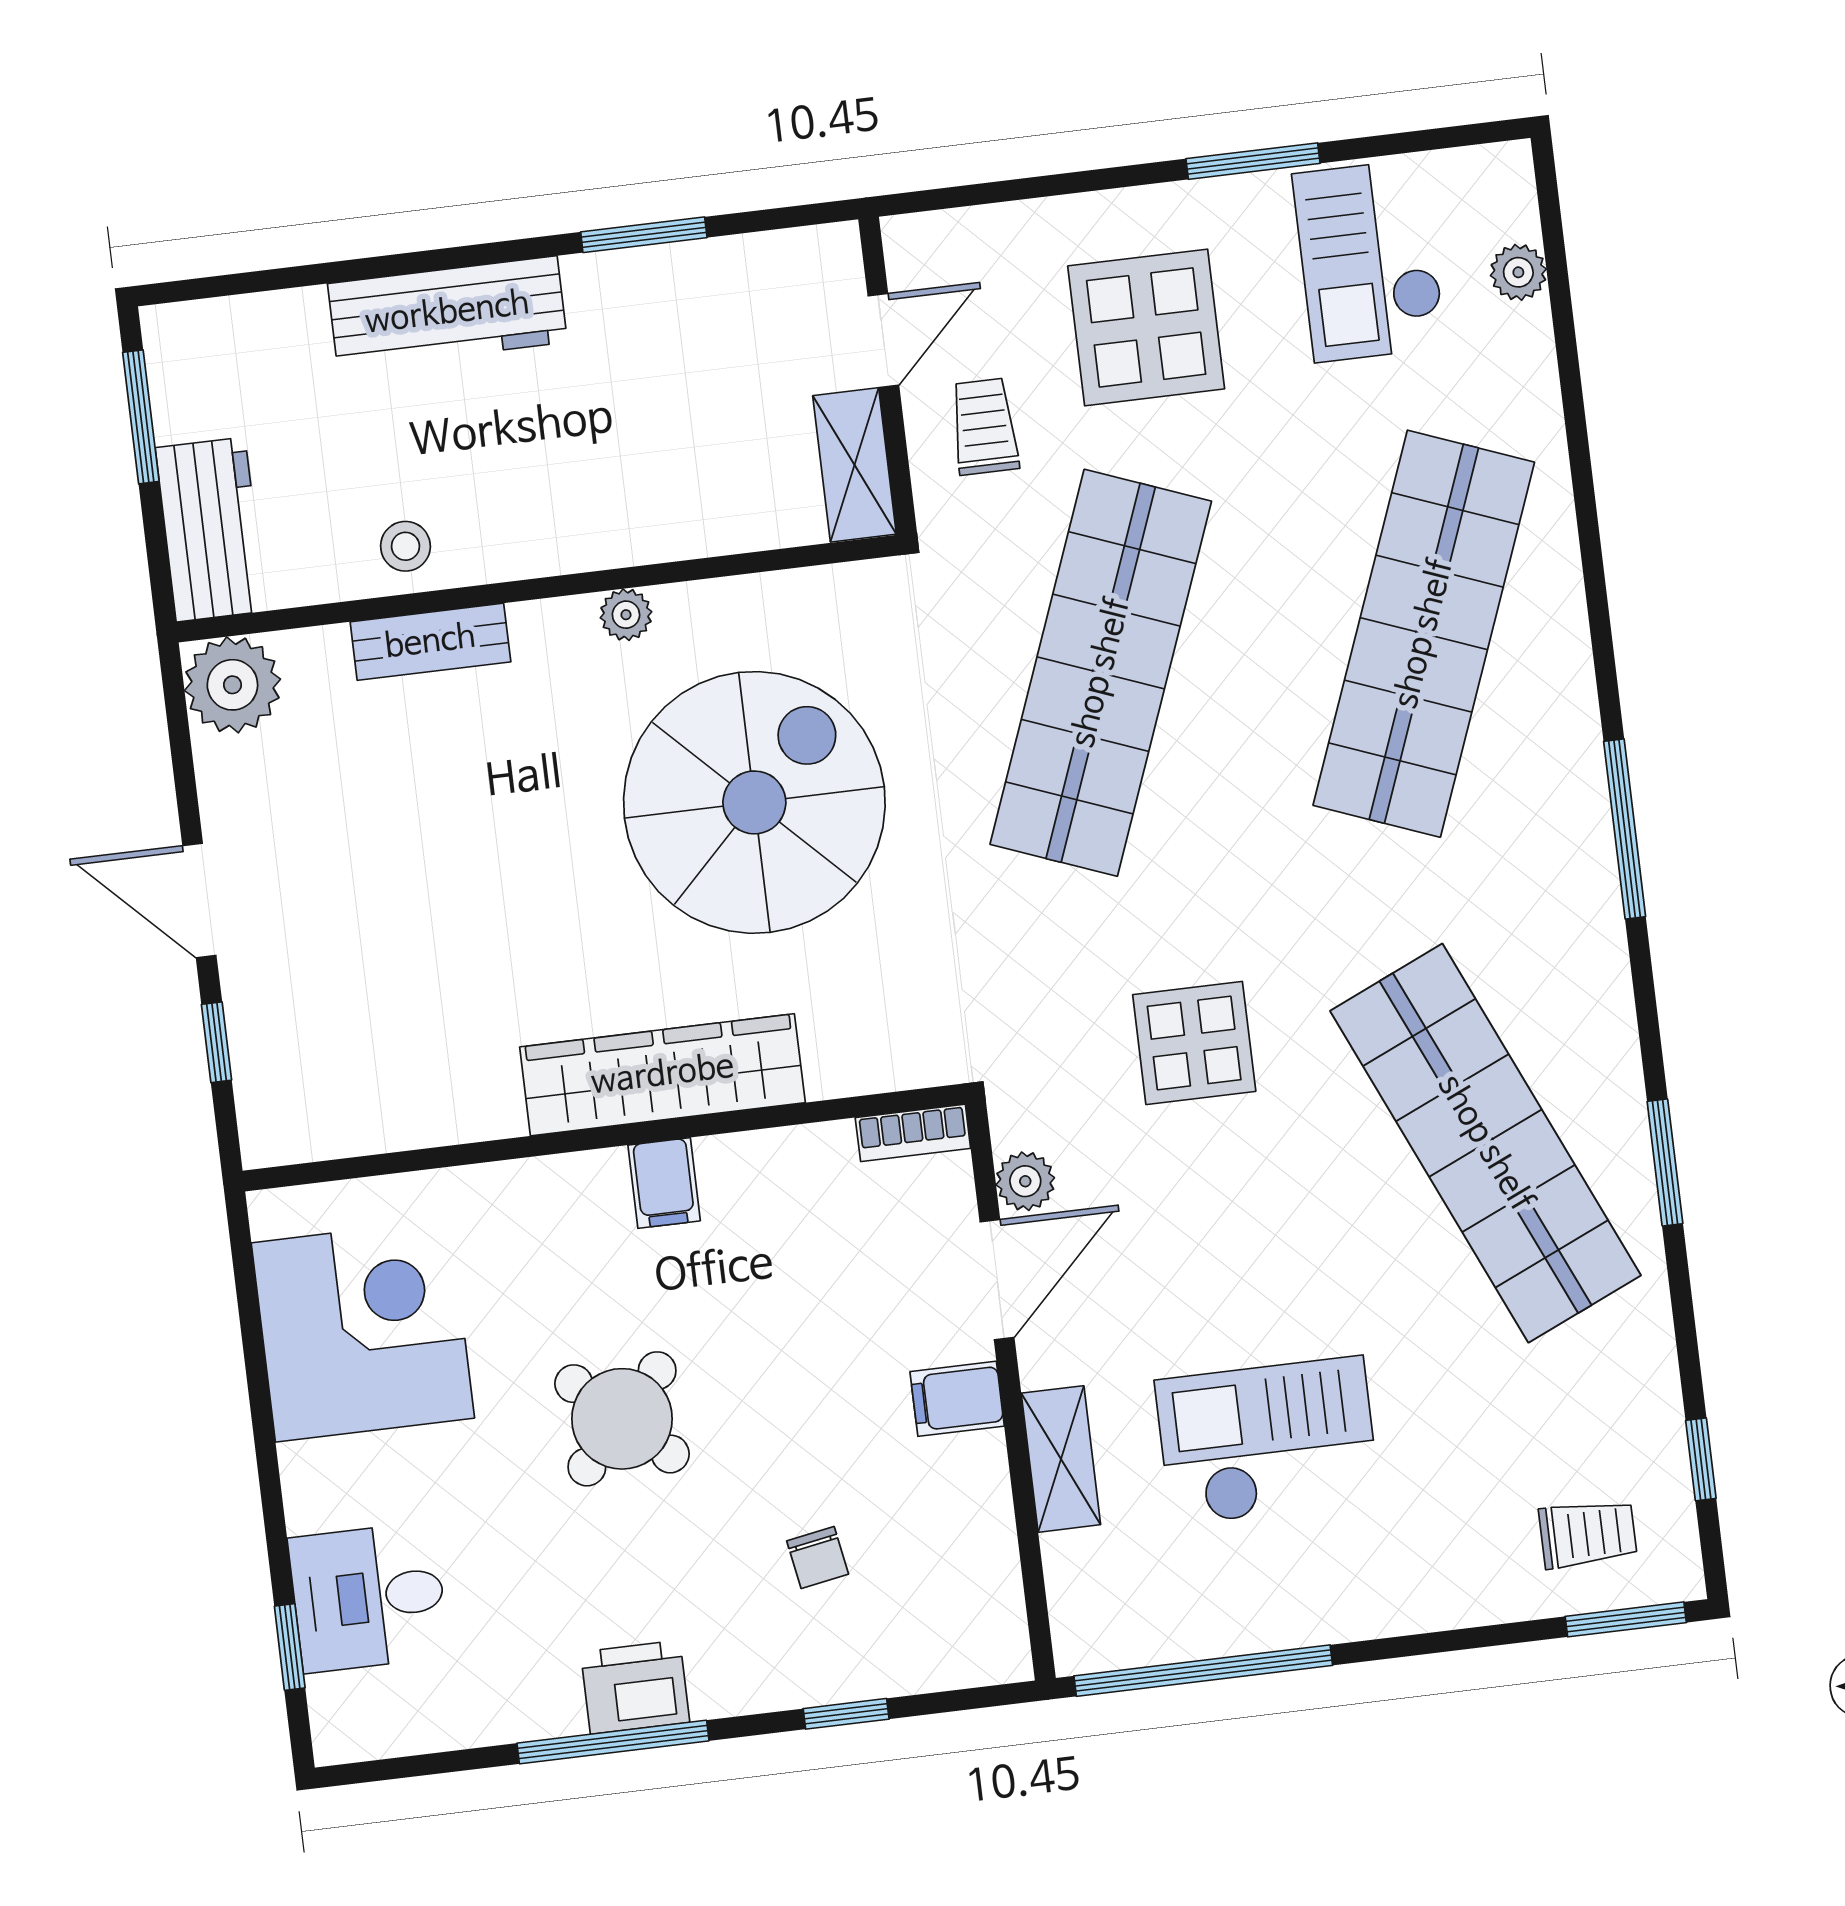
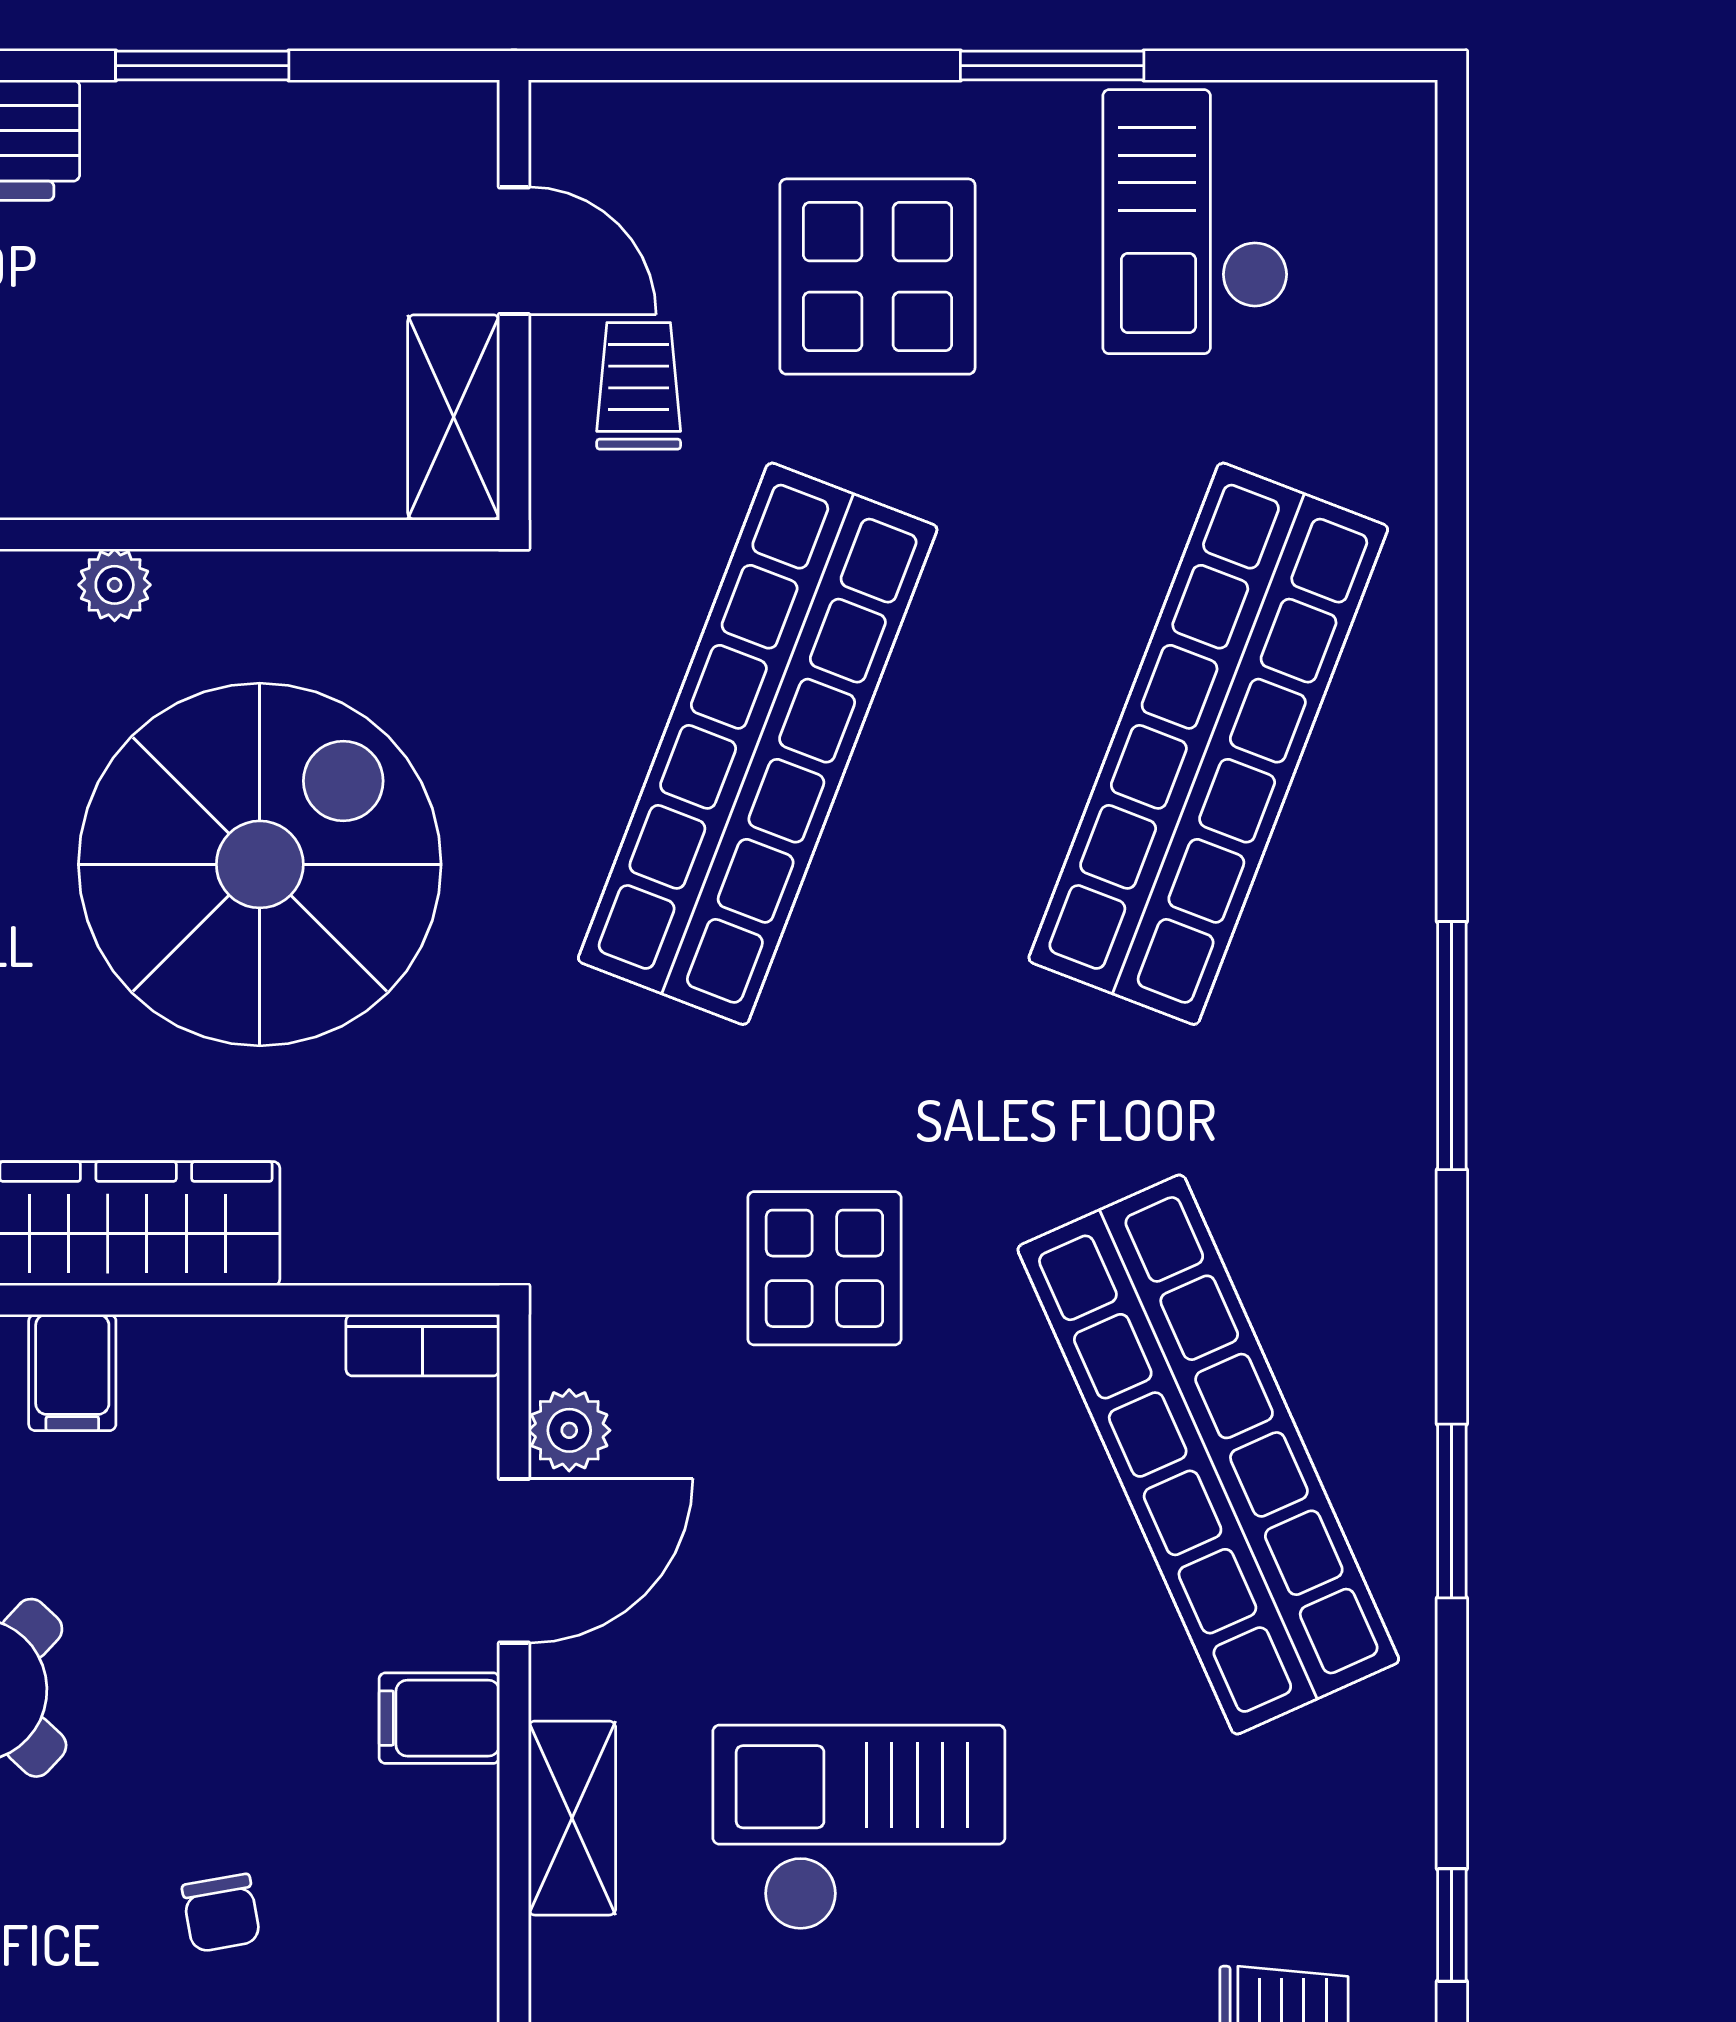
plant: (1518, 272) -> (1398, 263), removed
door: (883, 341) -> (514, 251), hinge flipped

